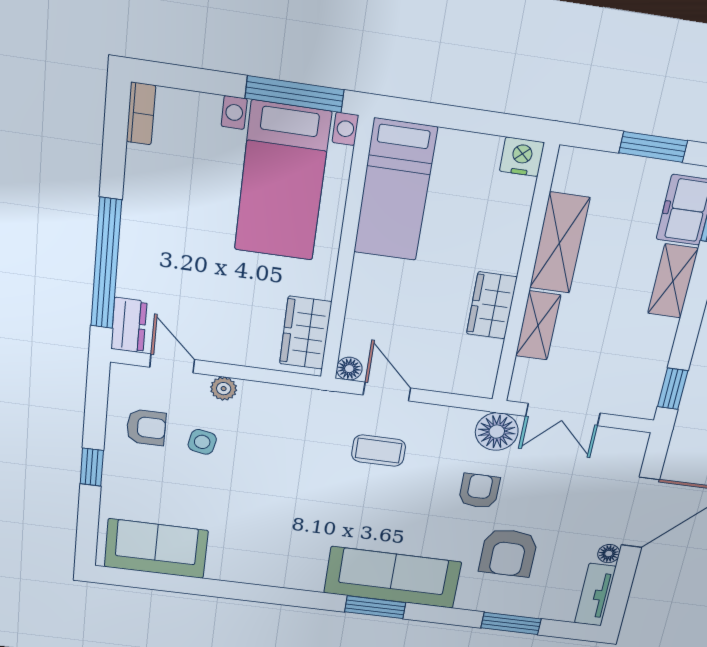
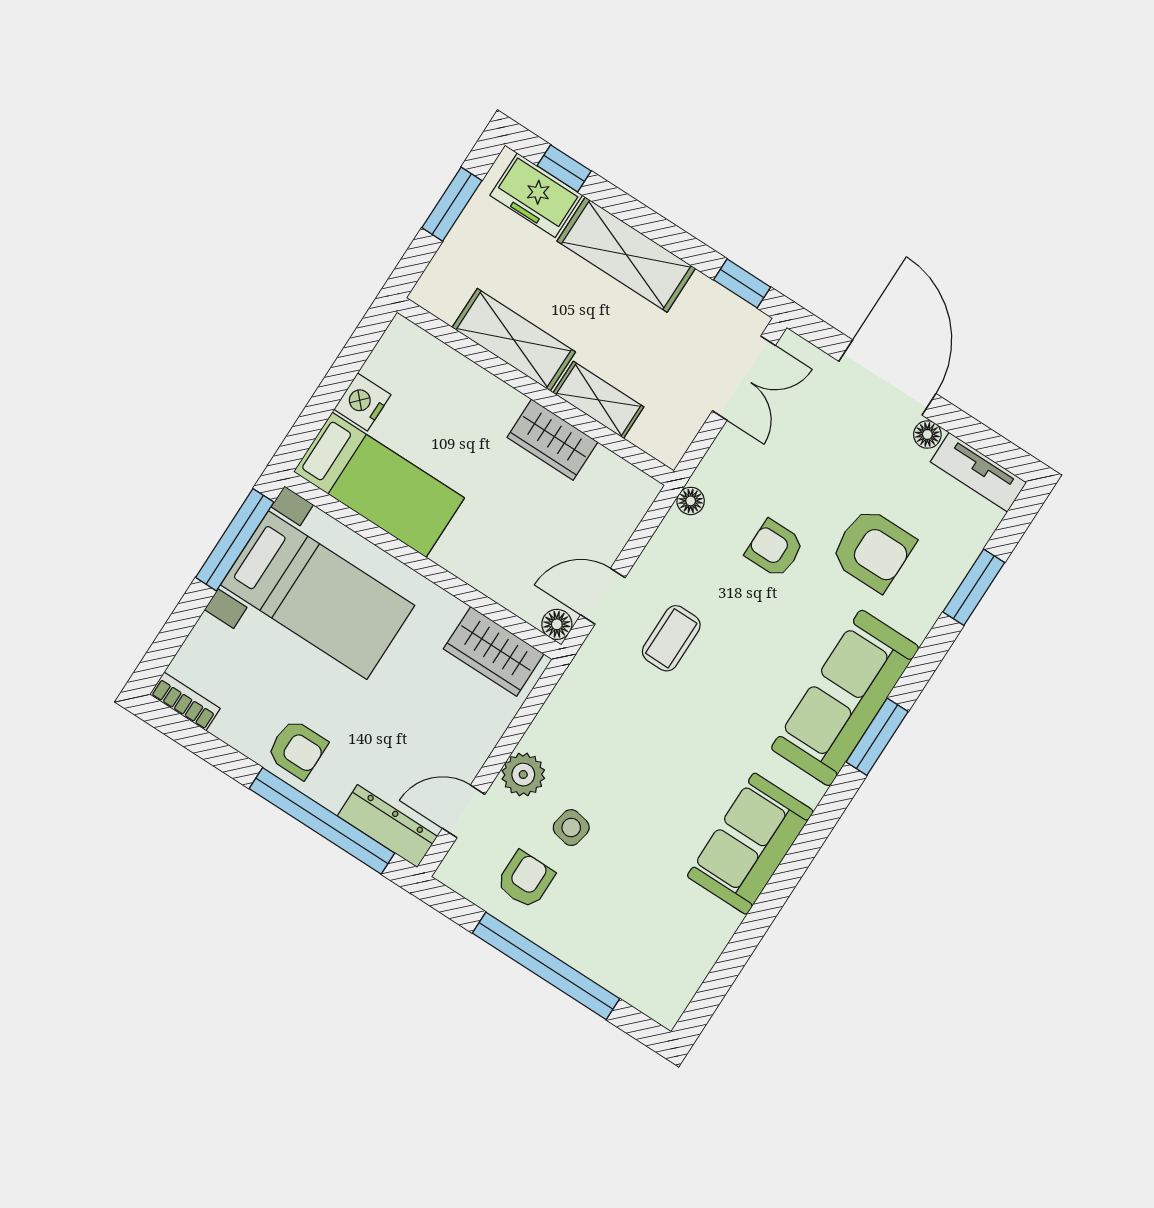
nightstand: (522, 157) -> (362, 402), moved
armchair: (151, 220) -> (297, 749), added
shelving: (673, 281) -> (626, 255), width x1.50, depth x1.33
dresser: (129, 325) -> (387, 826), width x1.44
plant: (224, 389) -> (523, 775), width x1.38, depth x1.38
double door: (563, 415) -> (744, 378), moved
floor lamp: (497, 432) -> (691, 501), width x0.53, depth x0.53
window: (92, 467) -> (546, 966), width x3.17
sofa: (156, 549) -> (750, 844), moved

